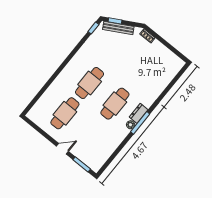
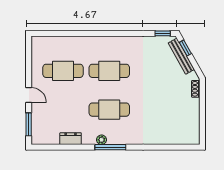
dresser: (139, 113) -> (71, 139), moved

